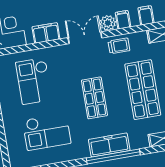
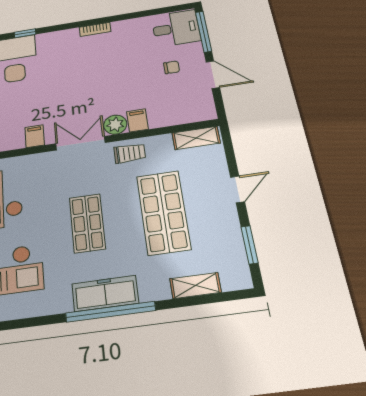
filing cabinet: (146, 15) -> (171, 115), removed
filing cabinet: (46, 33) -> (35, 136), width x0.50

